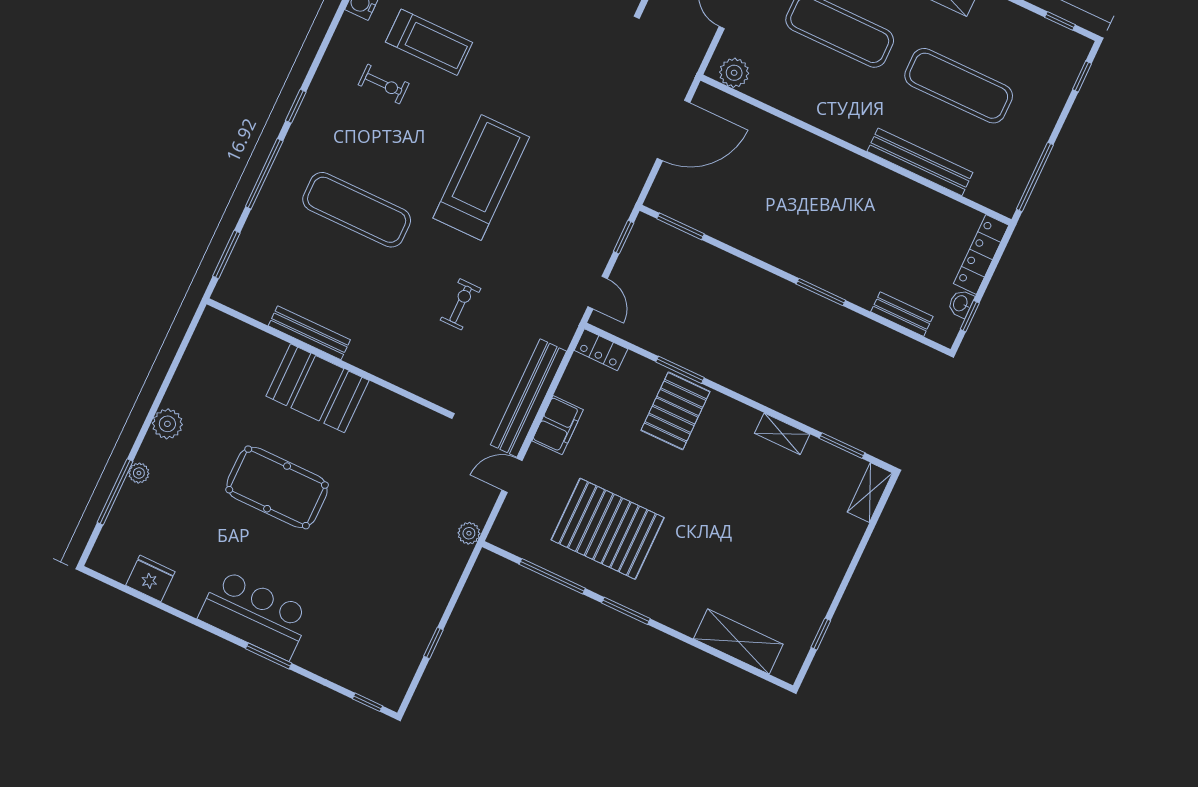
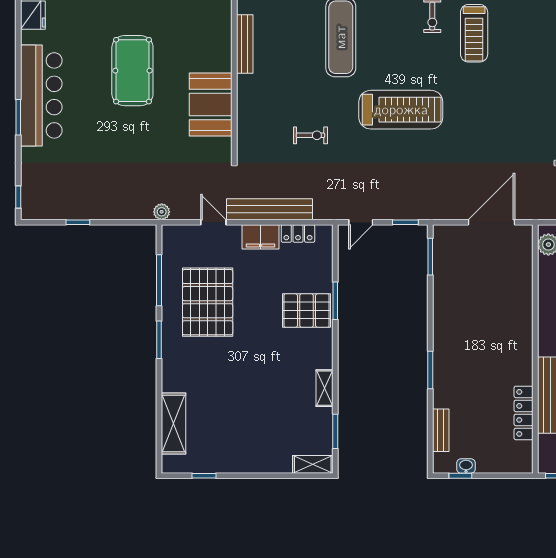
door: (674, 130) -> (491, 222), swing flipped
locker: (981, 254) -> (524, 413), moved, turned -90
locker: (601, 350) -> (298, 234), moved, turned -90
booth: (317, 388) -> (211, 105), moved
bar counter: (255, 615) -> (41, 95), width x1.36

